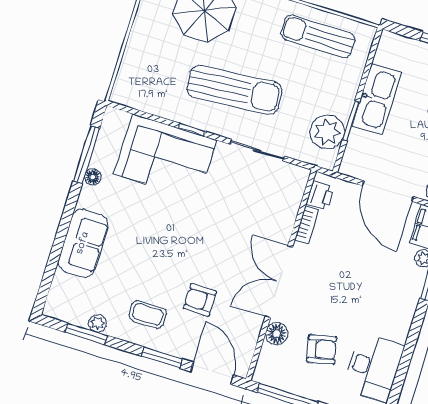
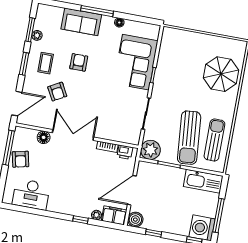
sun lounger: (235, 90) -> (189, 138), moved
kitchen sink: (377, 99) -> (203, 181), moved
plant: (327, 132) -> (150, 150), moved
window: (86, 155) -> (97, 11), moved
armchair: (153, 256) -> (79, 62), added
armchair: (200, 300) -> (57, 92), turned 151
armchair: (322, 349) -> (20, 159), moved
window: (162, 358) -> (24, 64), moved

